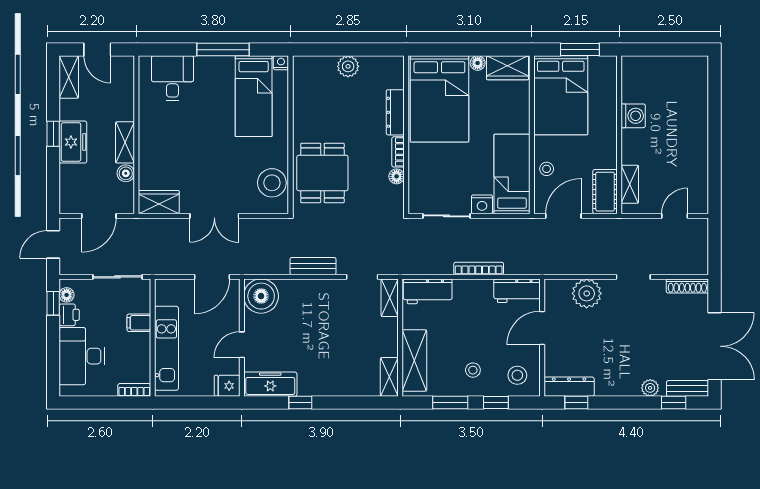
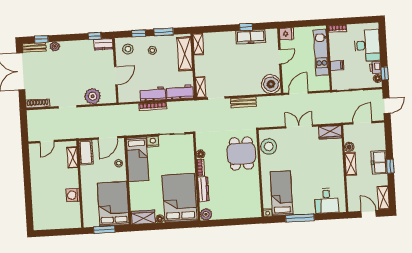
plant: (348, 66) -> (206, 214), moved
workbench: (517, 291) -> (153, 94), moved
freezer: (270, 384) -> (251, 37), moved
dresser: (569, 387) -> (103, 44), width x0.70

